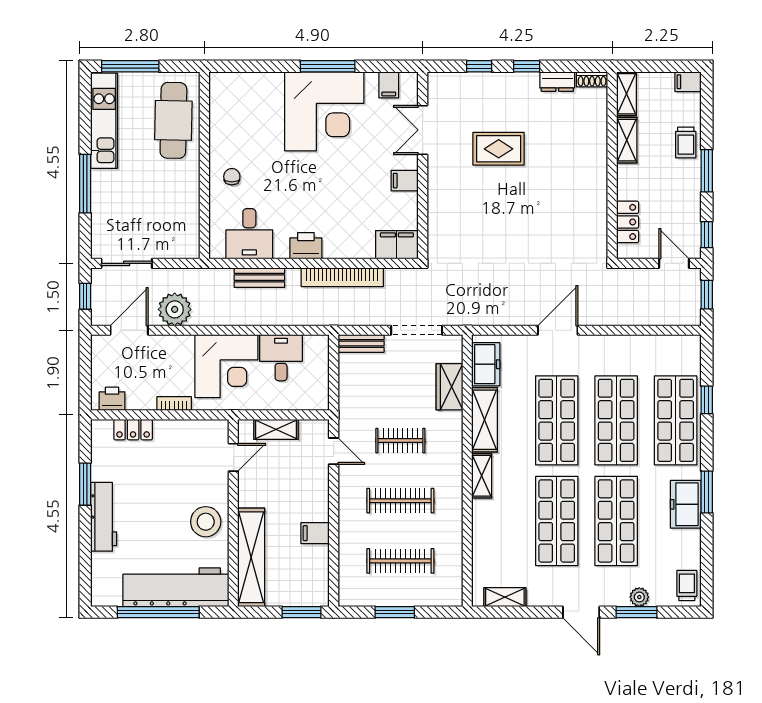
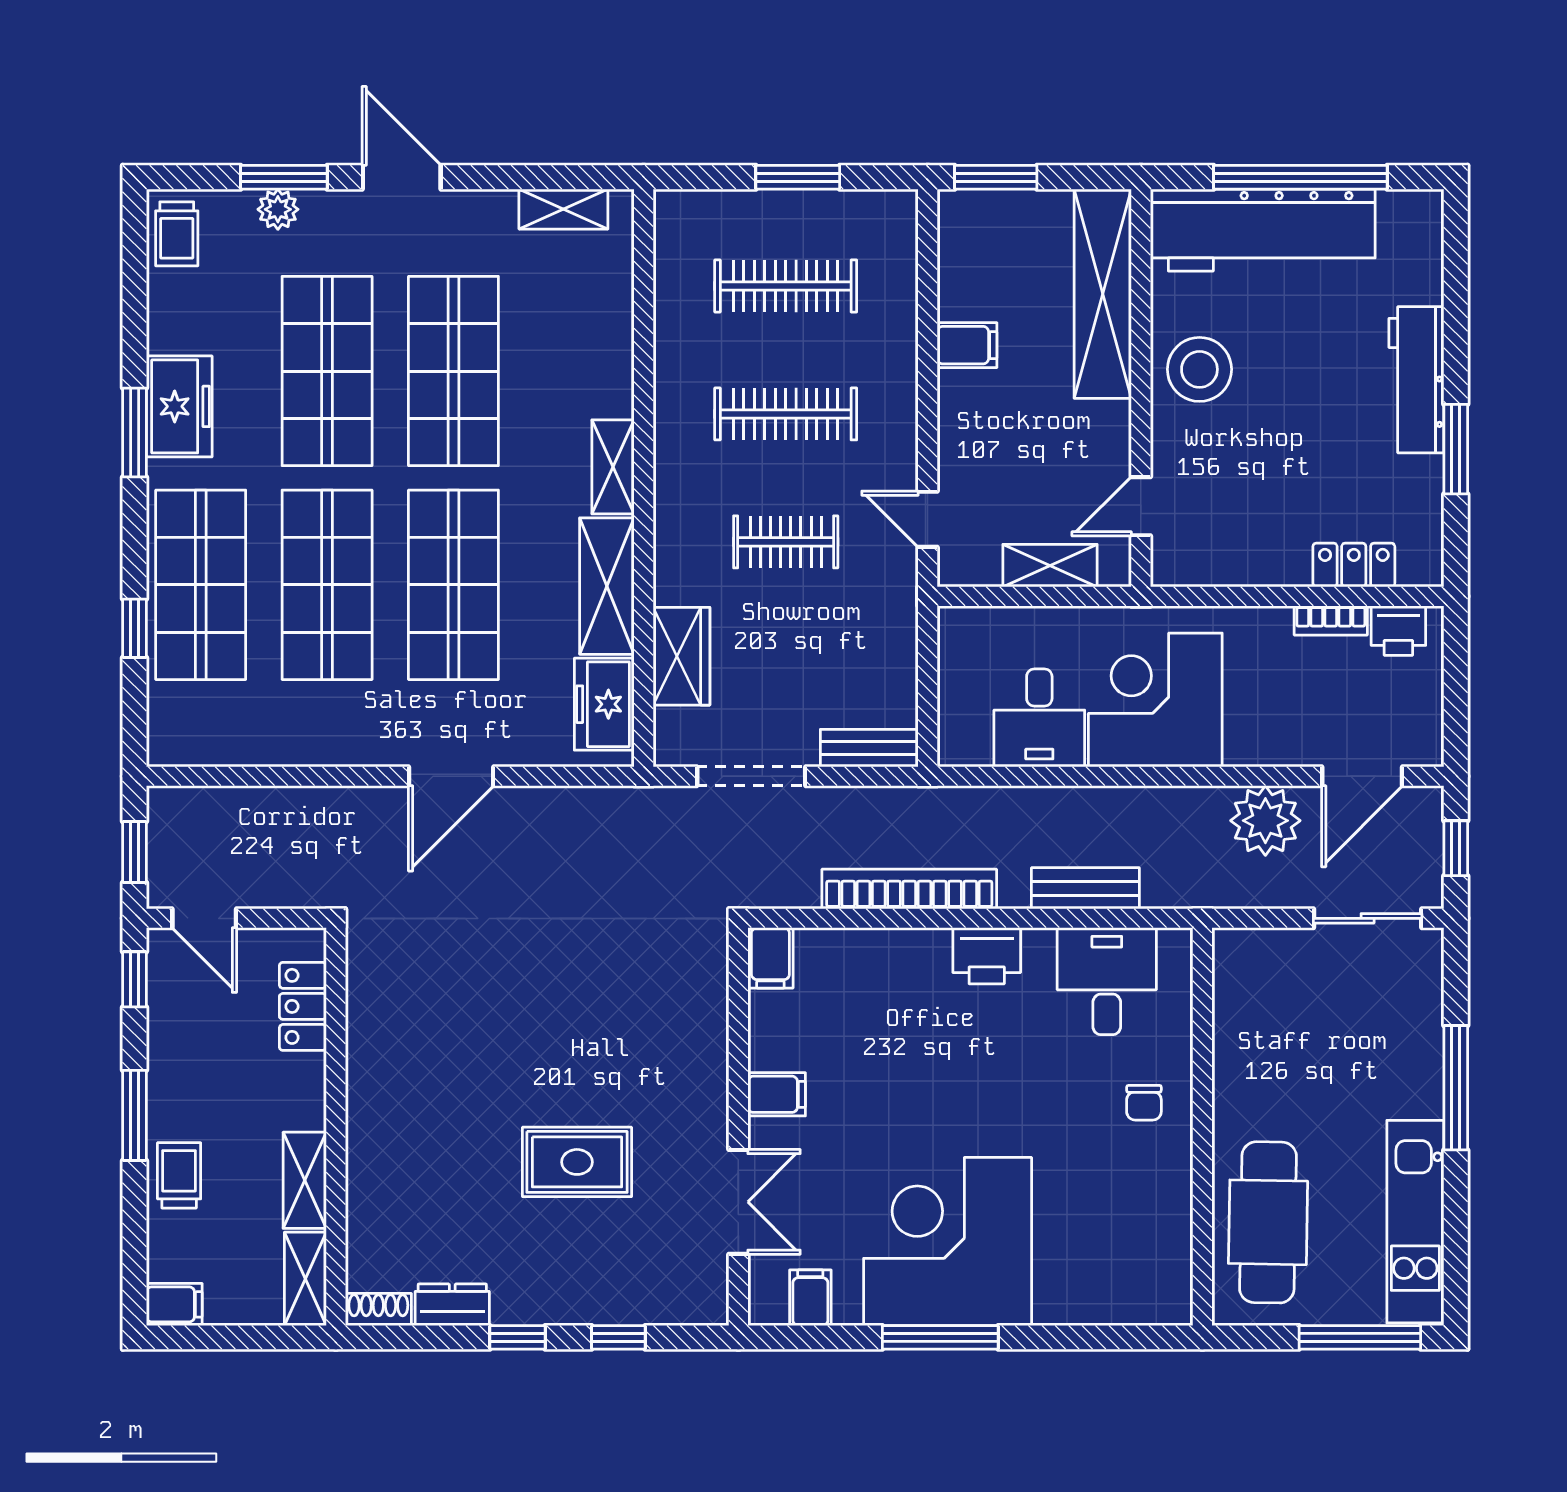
filing cabinet: (397, 245) -> (770, 958), width x0.50
bookcase: (174, 404) -> (1331, 620), moved

